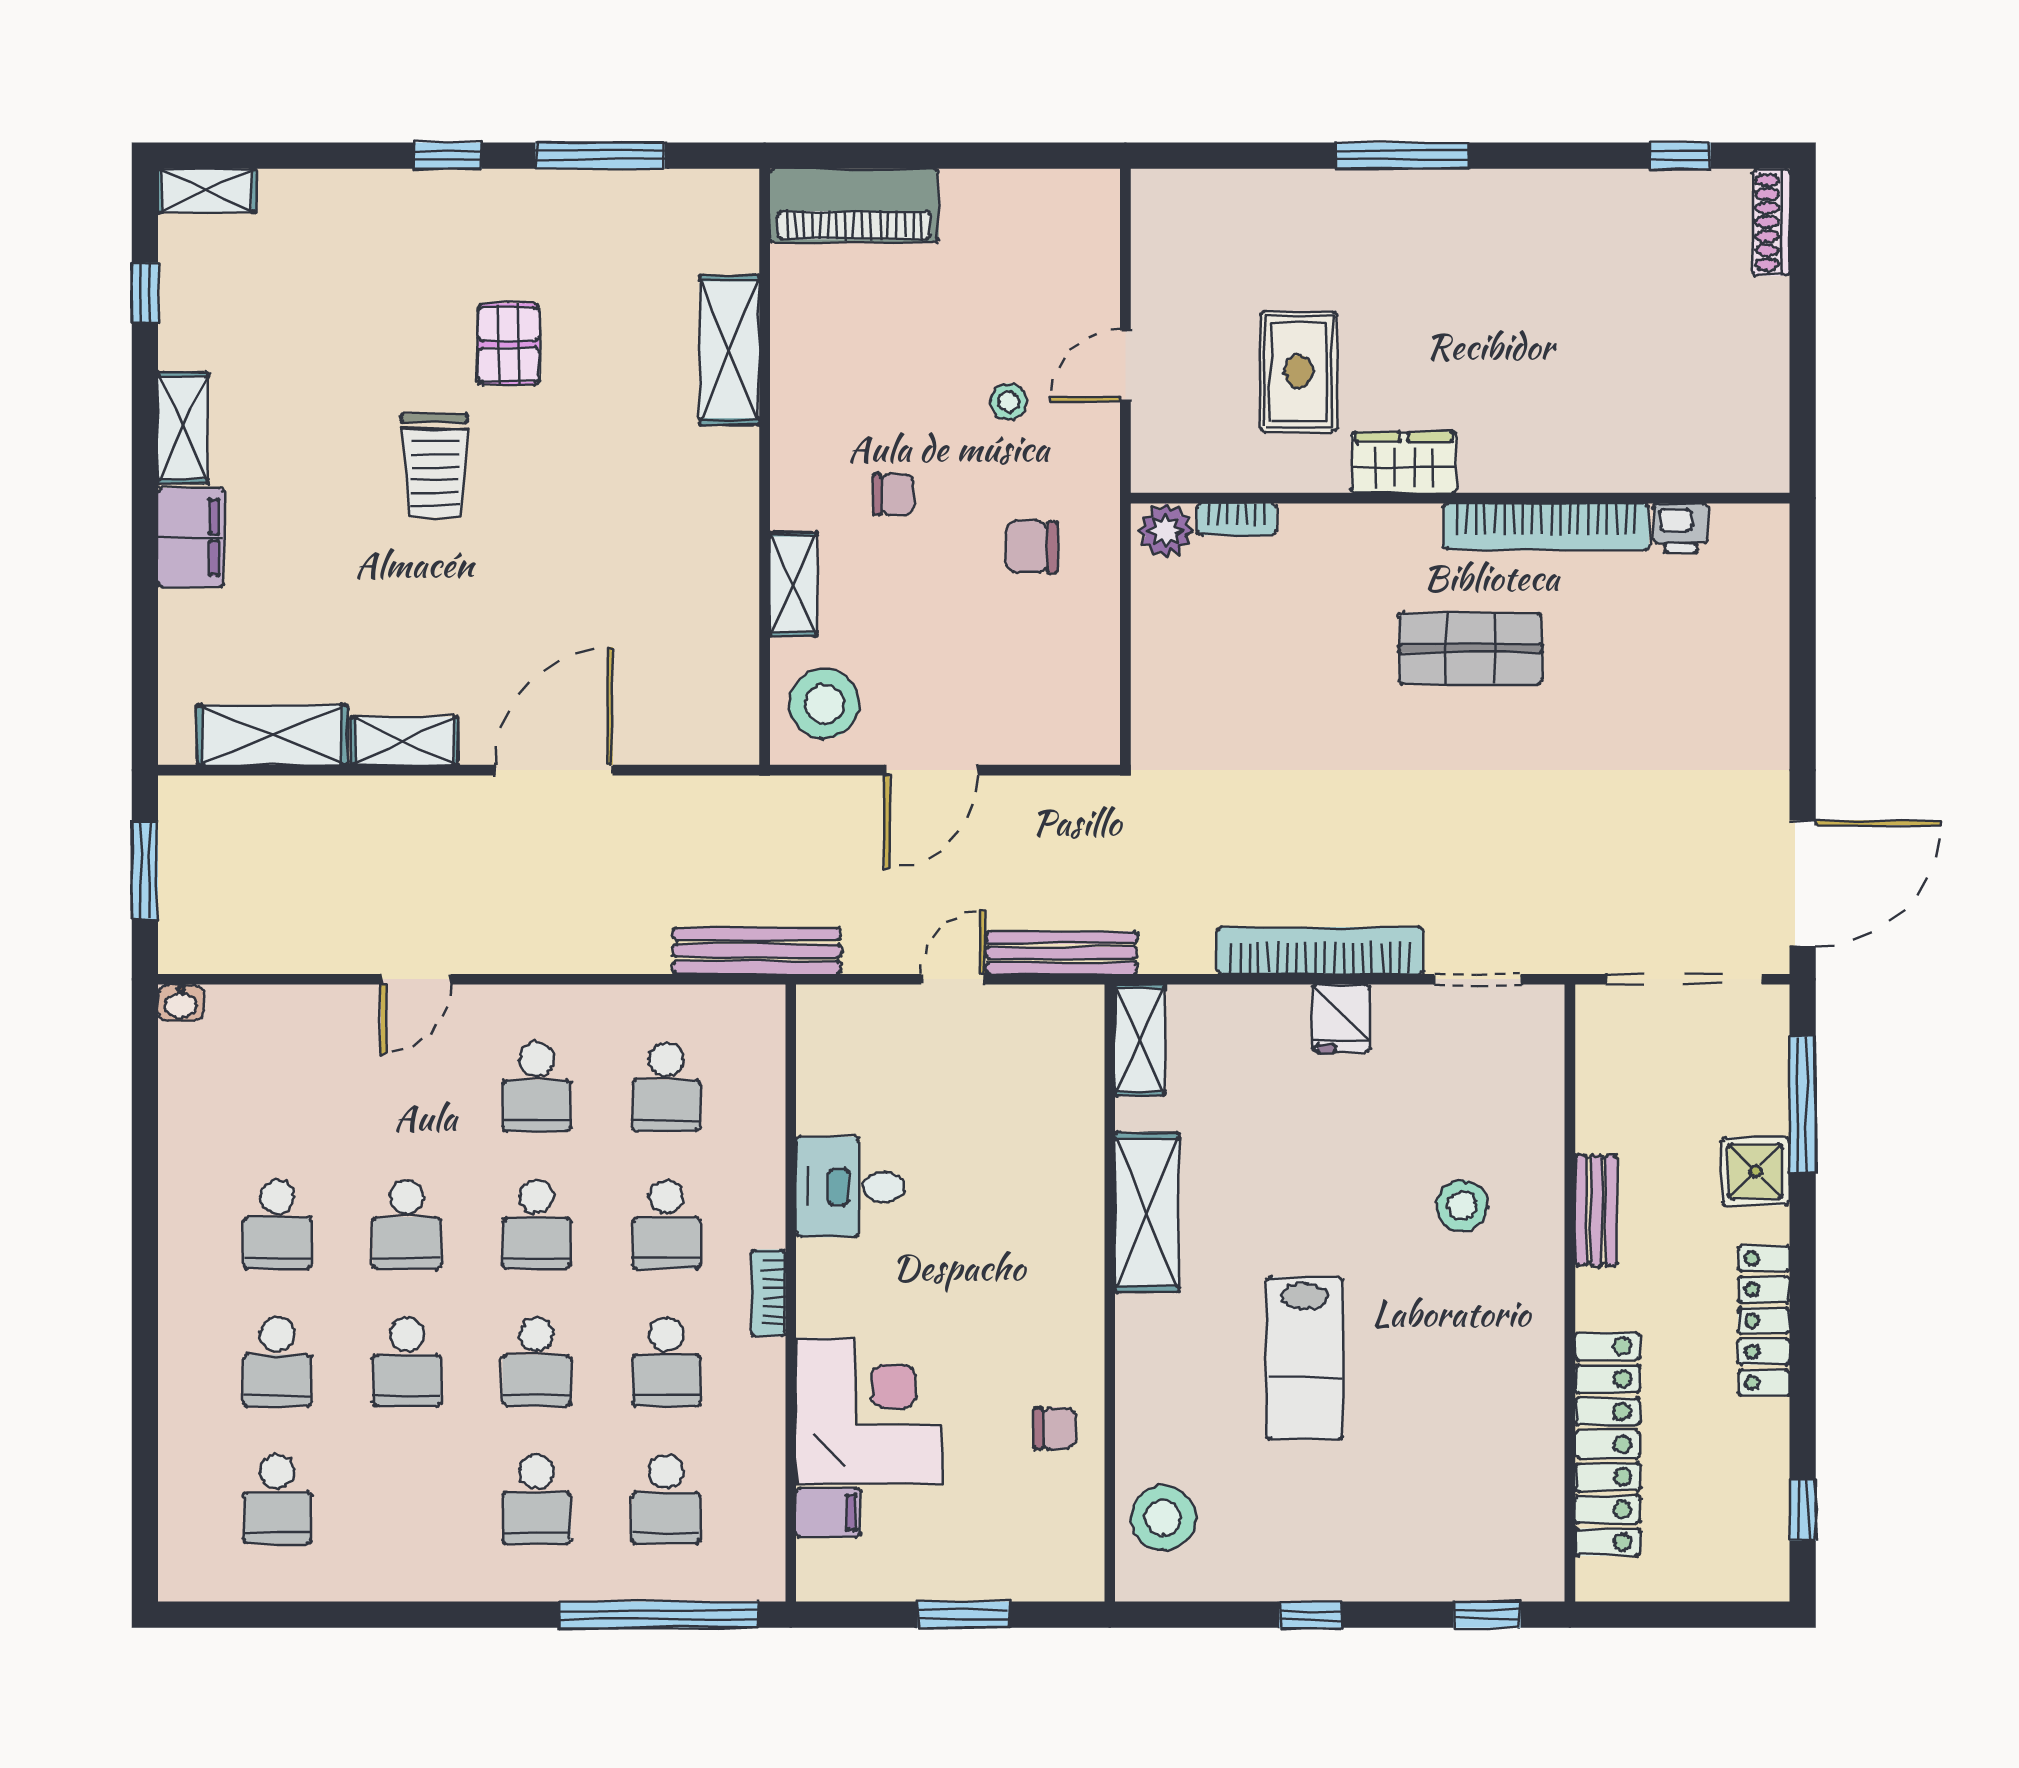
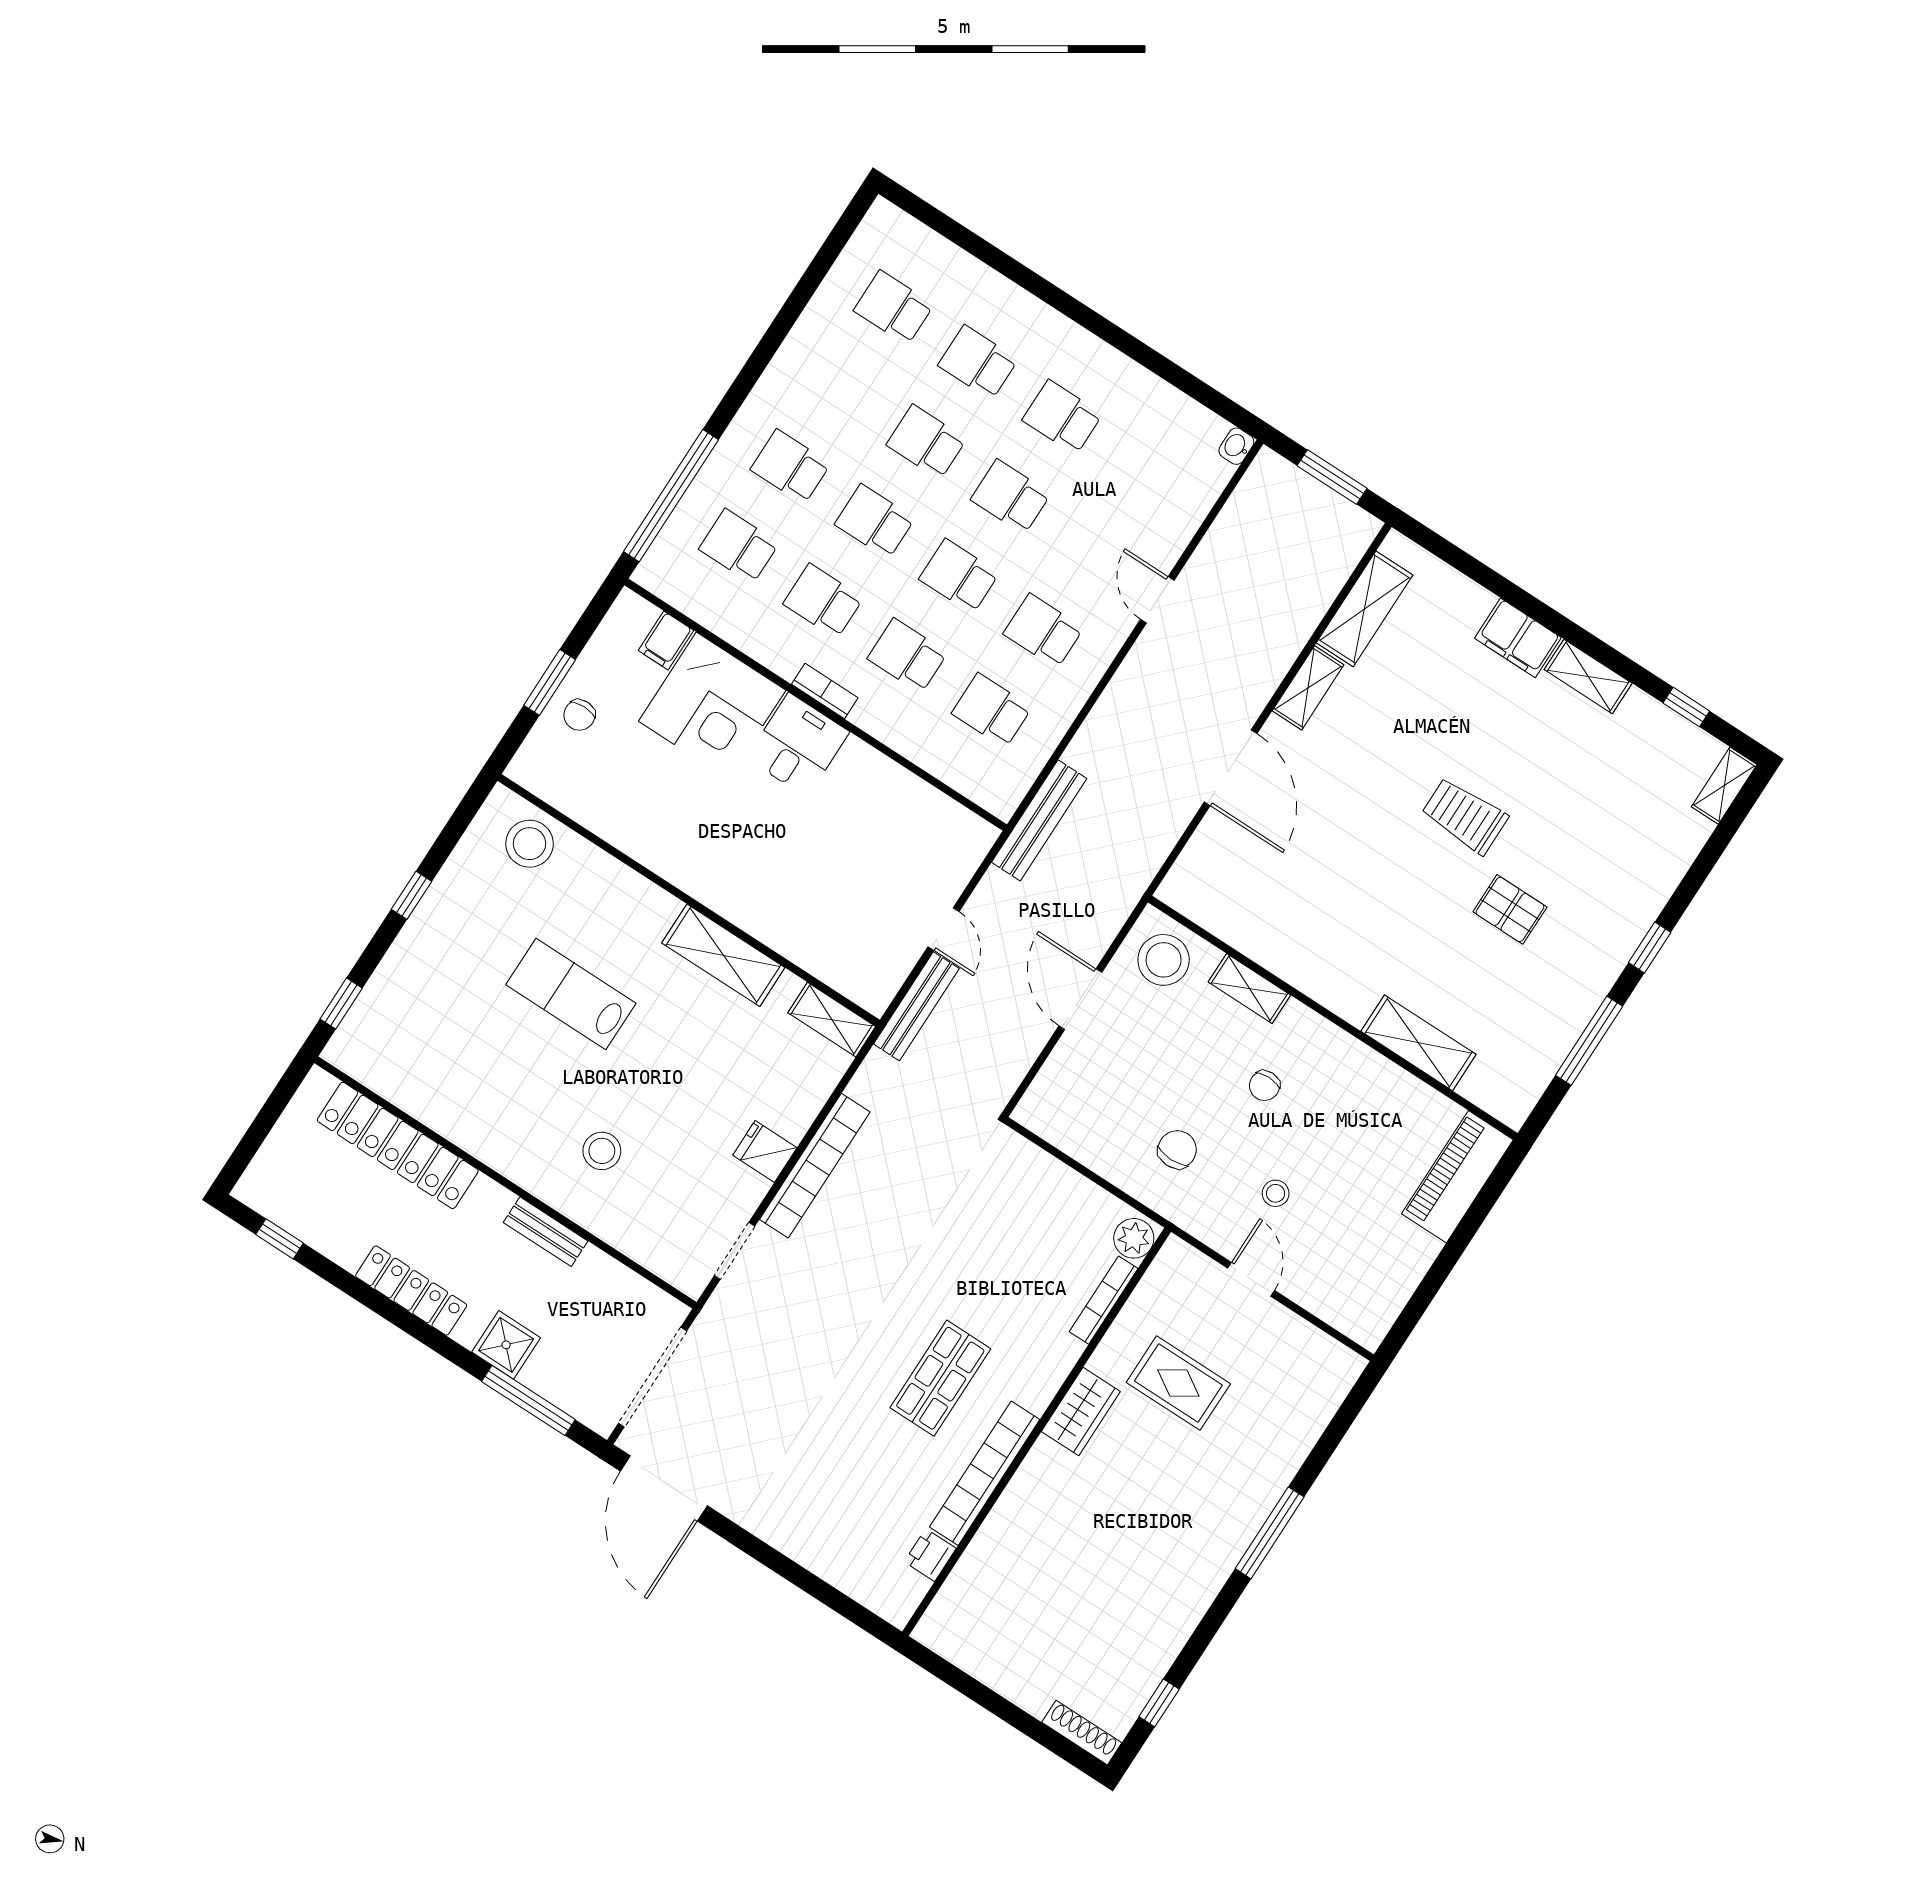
bookcase: (1237, 519) -> (1104, 1300), width x1.56
desk: (850, 1187) -> (798, 745), moved
chair: (1055, 1428) -> (579, 715), moved

